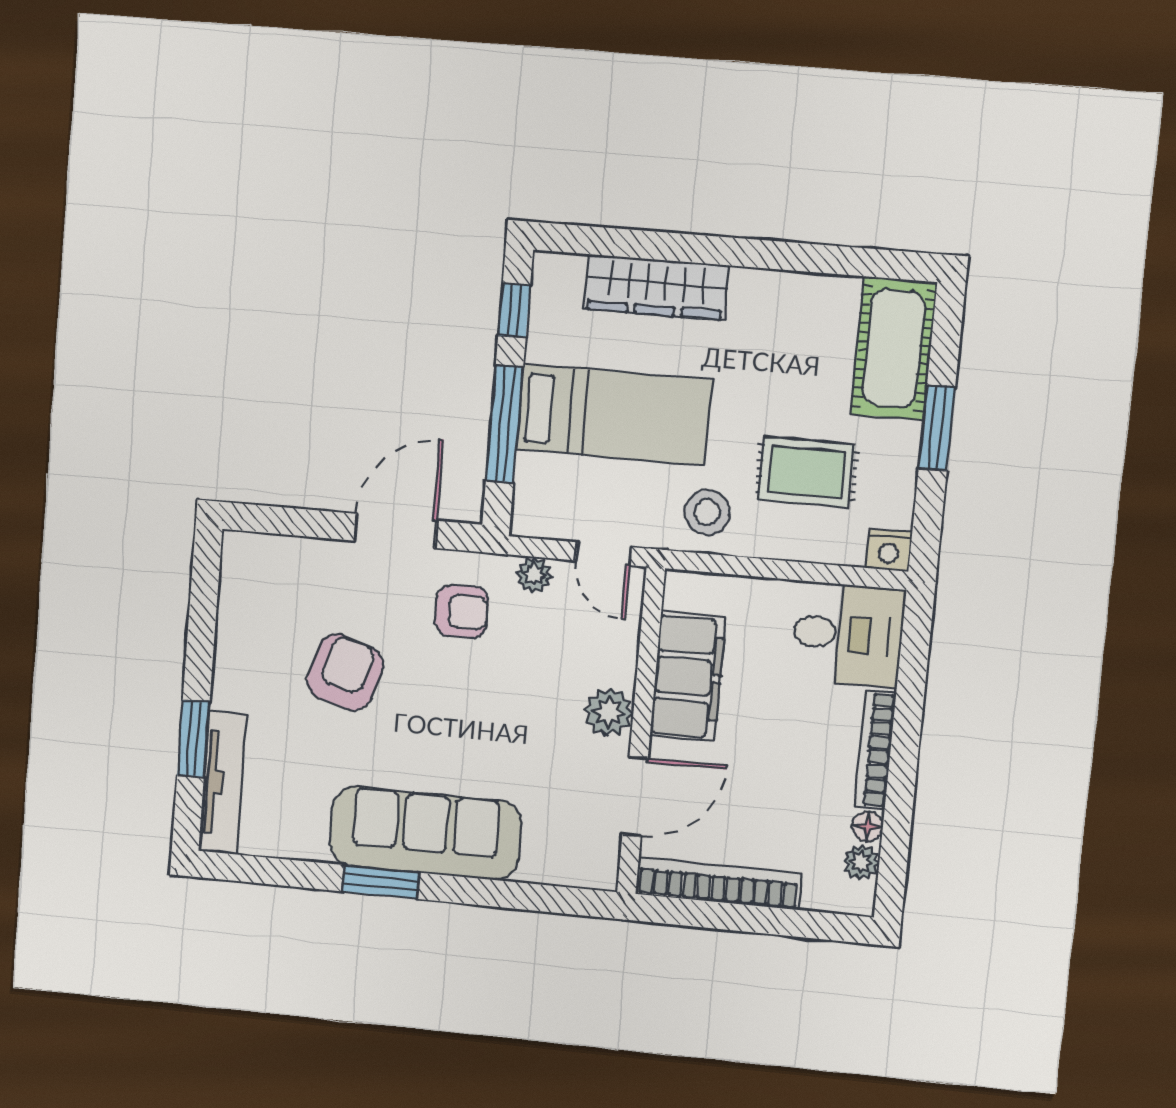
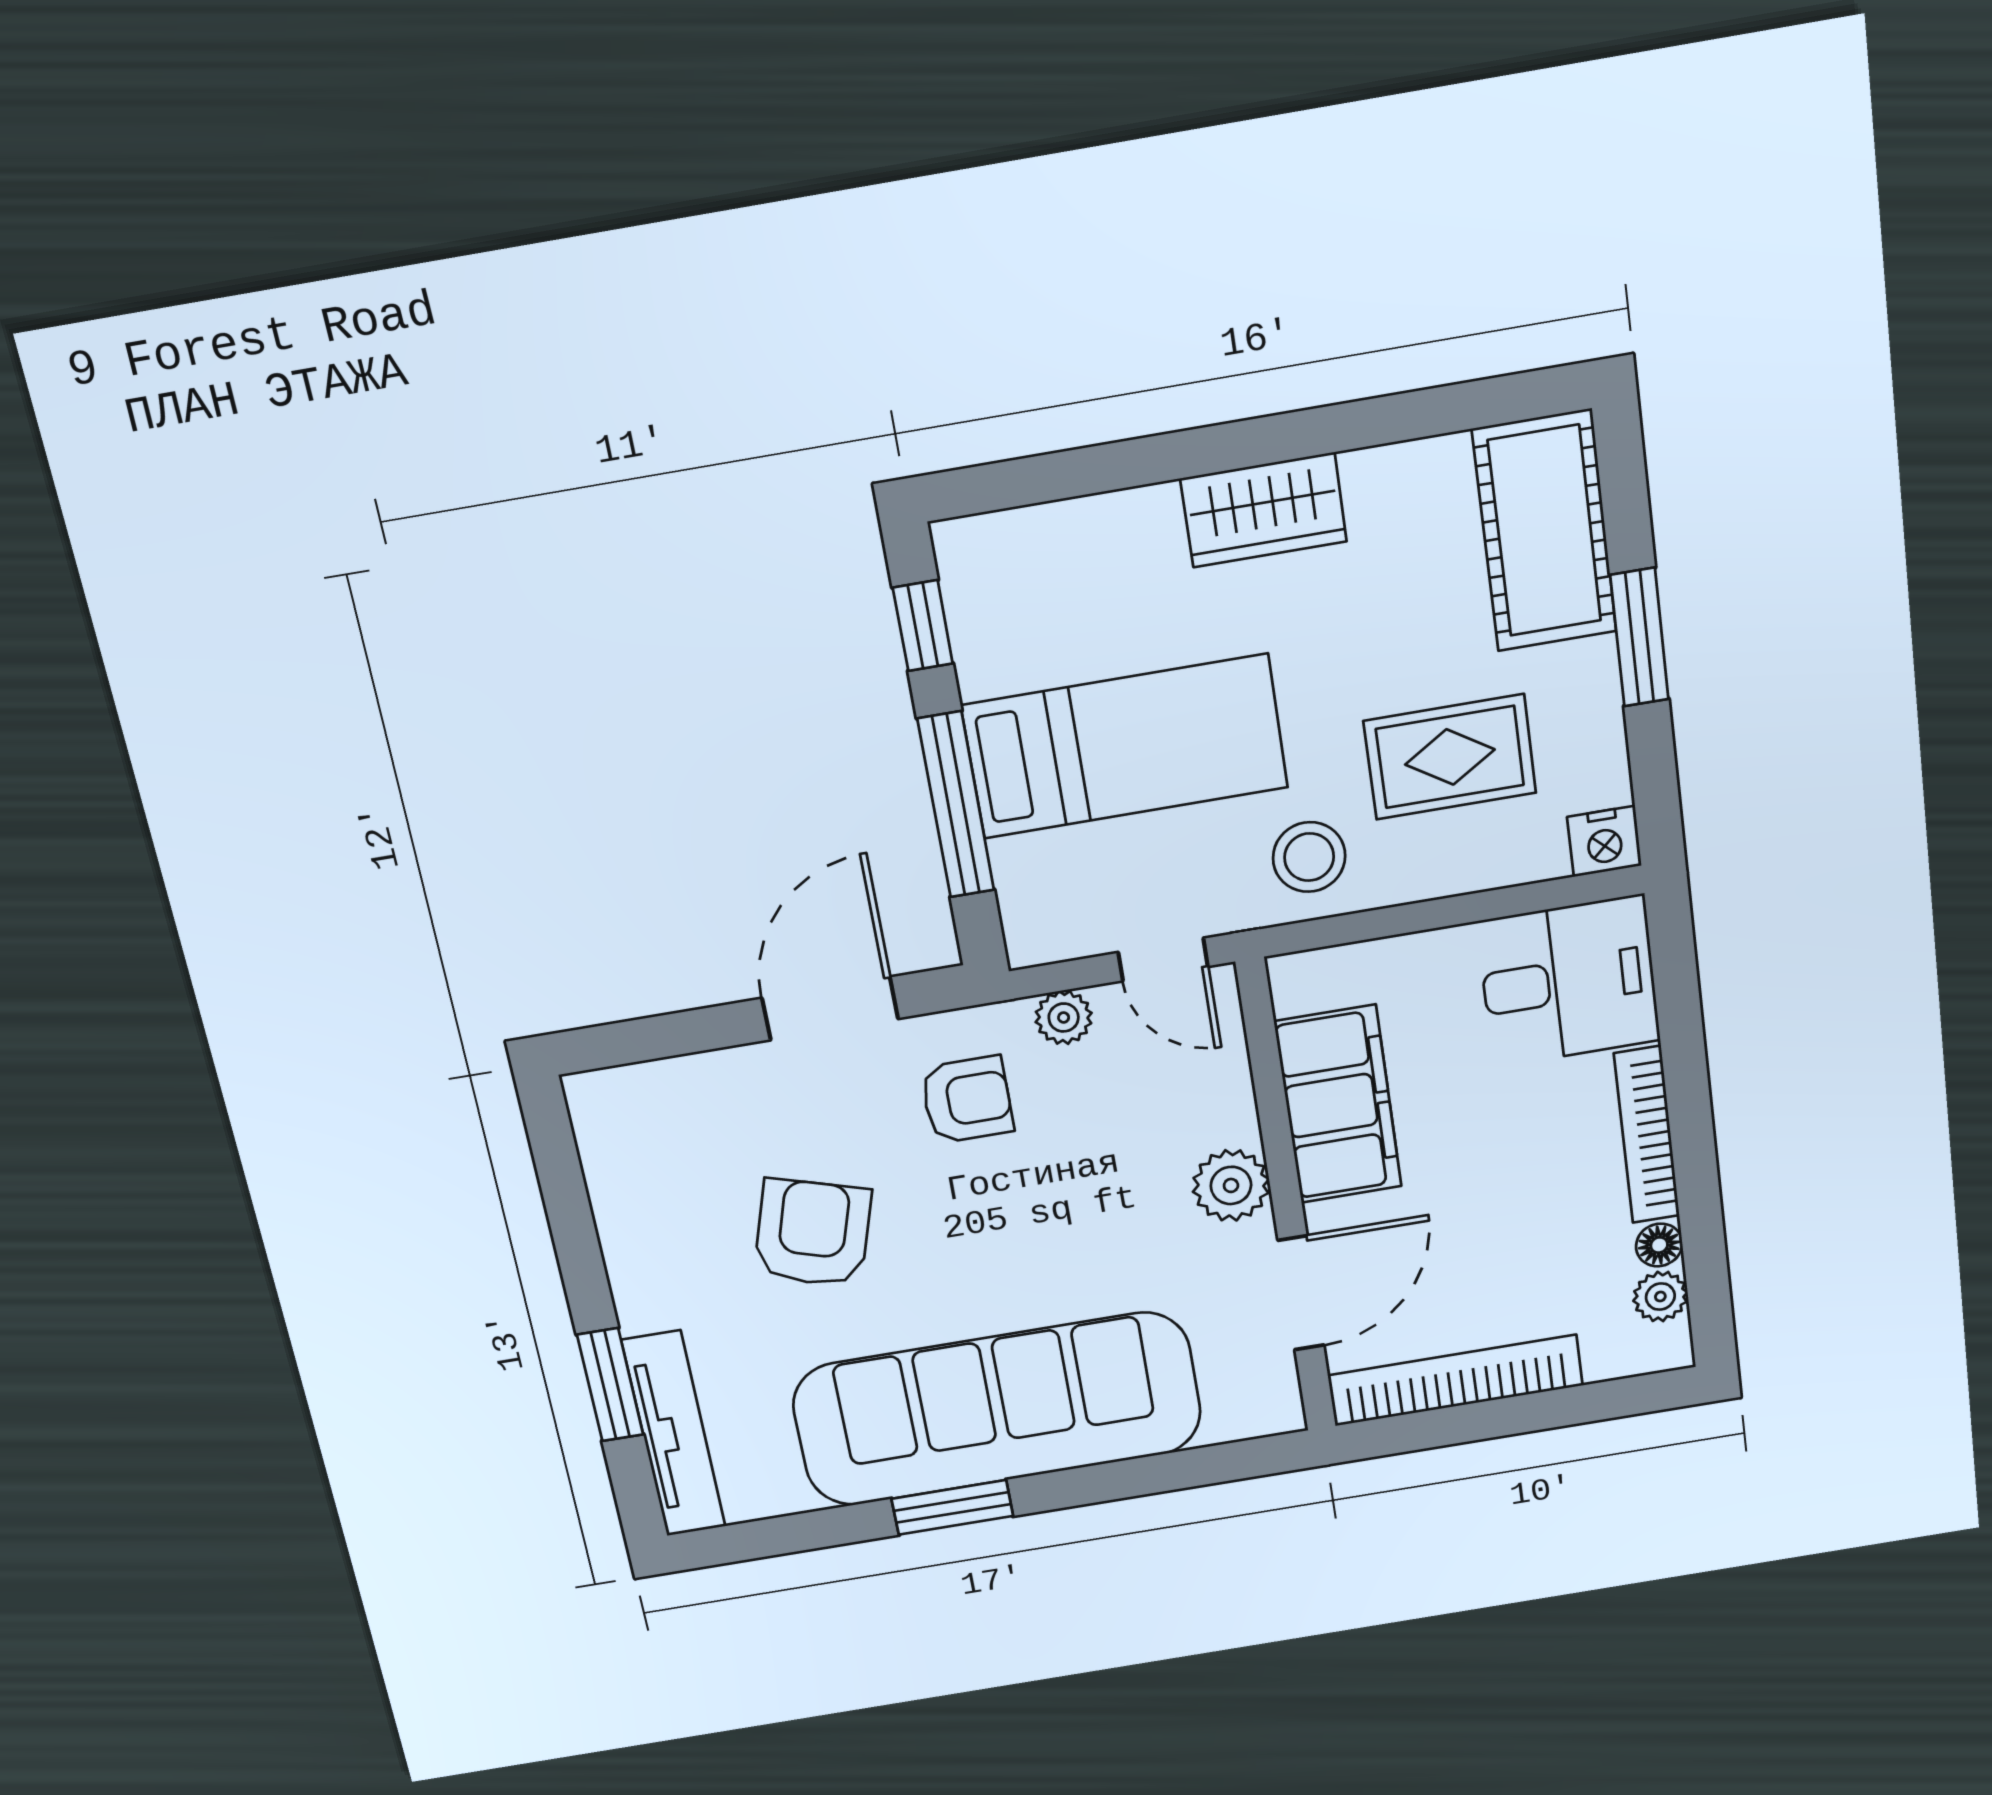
wardrobe: (656, 287) -> (1264, 510), moved, width x0.67
sofa: (425, 833) -> (997, 1409), width x1.36, depth x1.27

